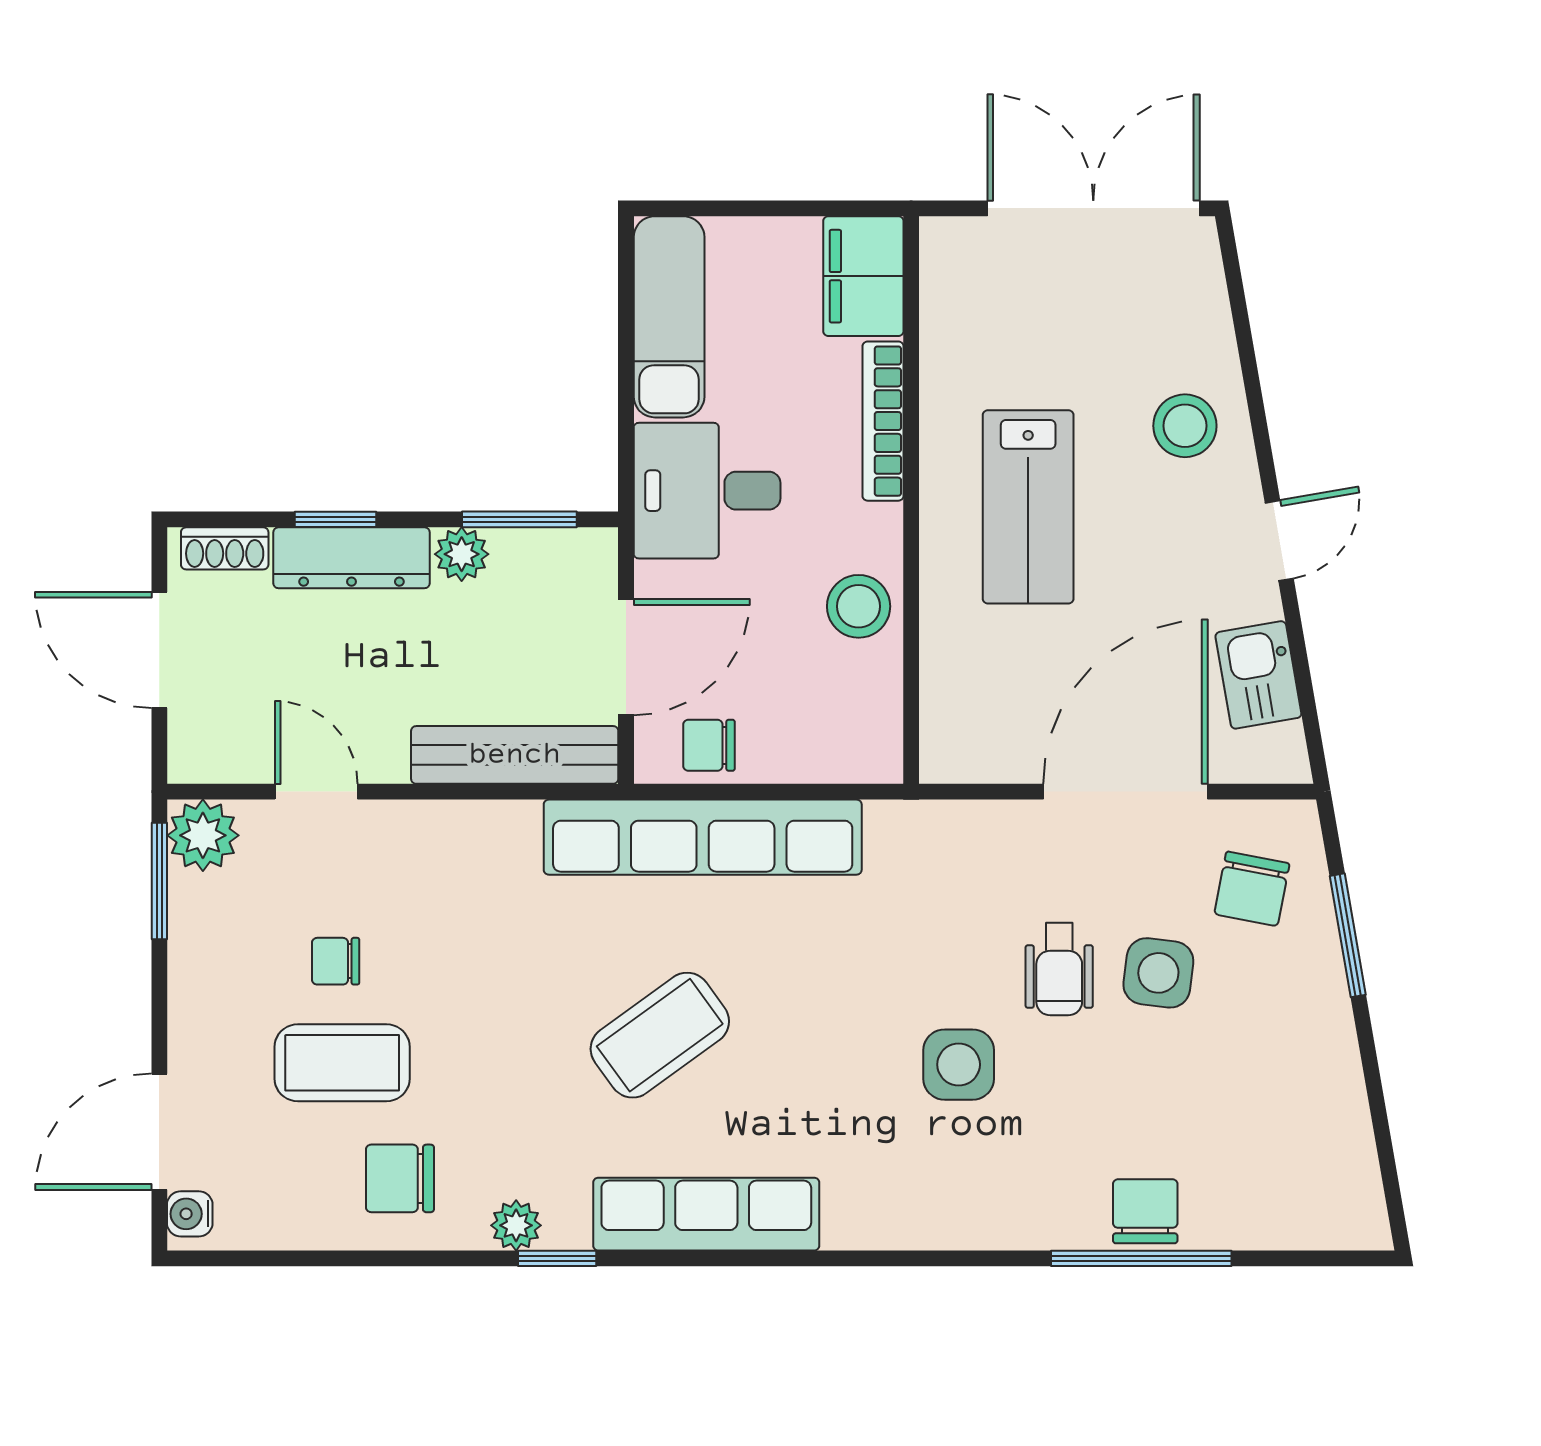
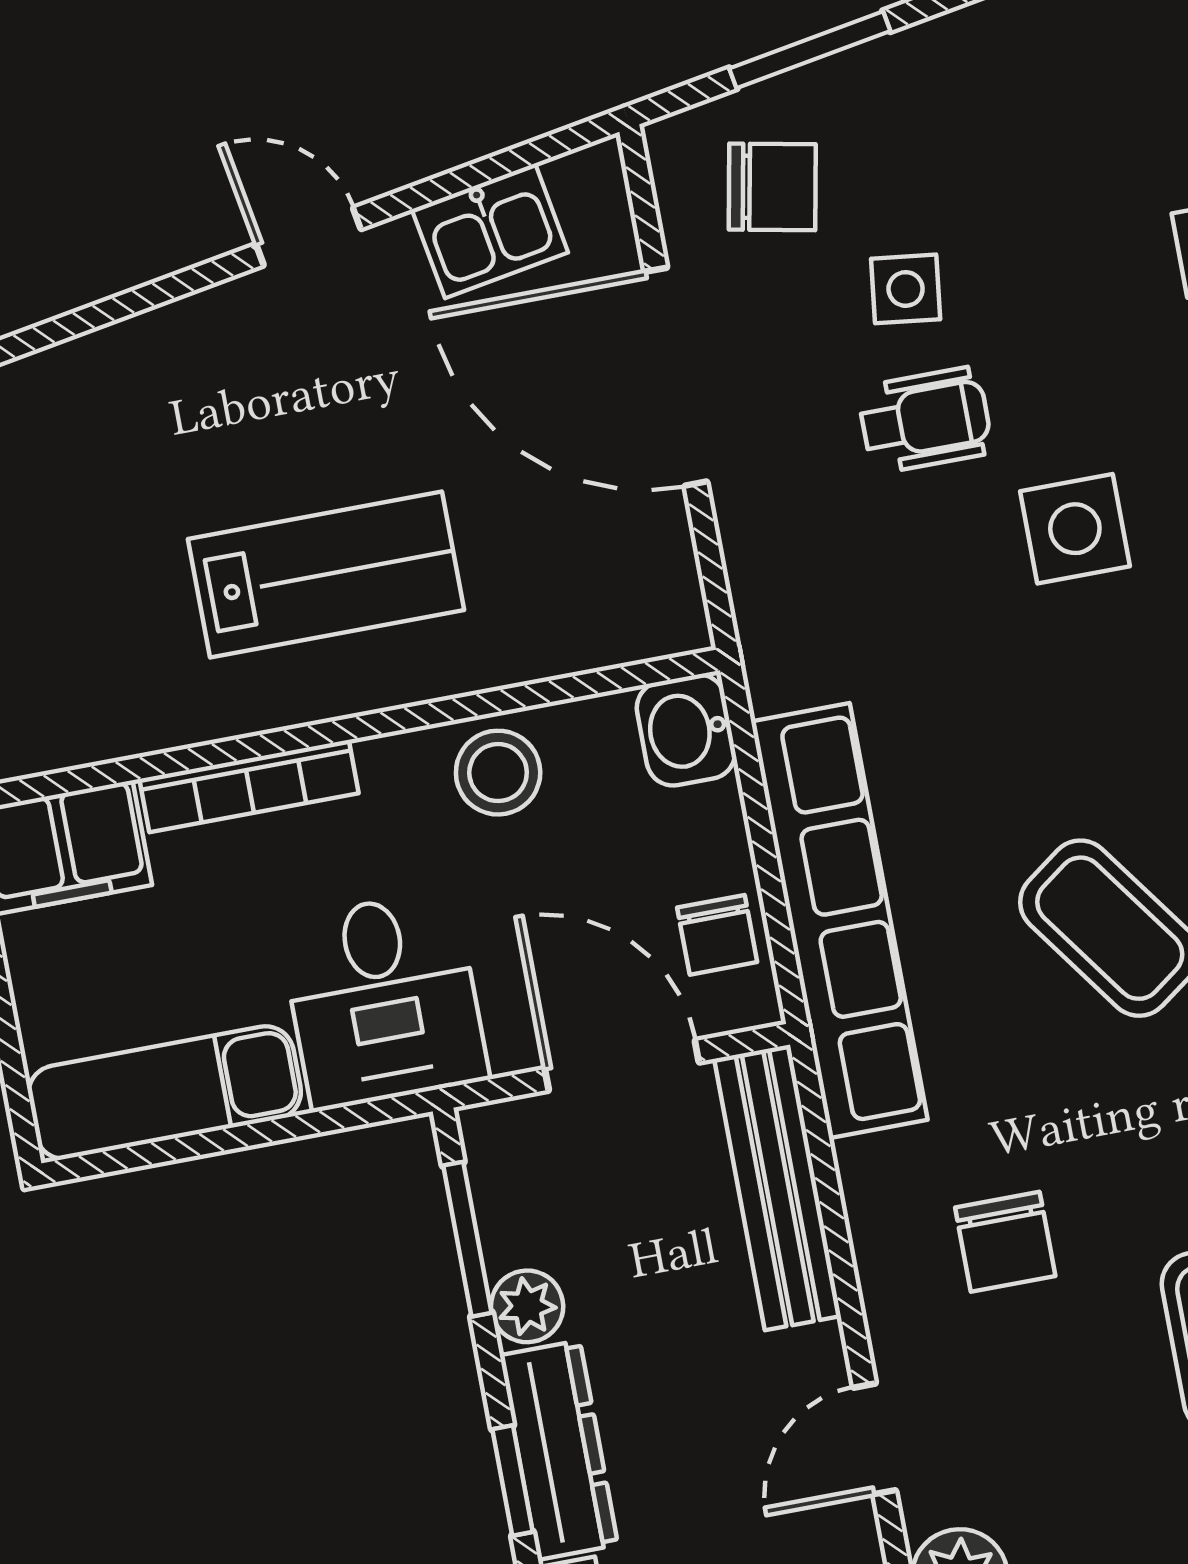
stool: (1185, 426) -> (181, 389), removed
washbasin: (864, 751) -> (686, 730), added
chair: (336, 961) -> (1005, 1242), moved, width x1.37, depth x1.37
side table: (1158, 973) -> (906, 289), width x0.73, depth x0.73

